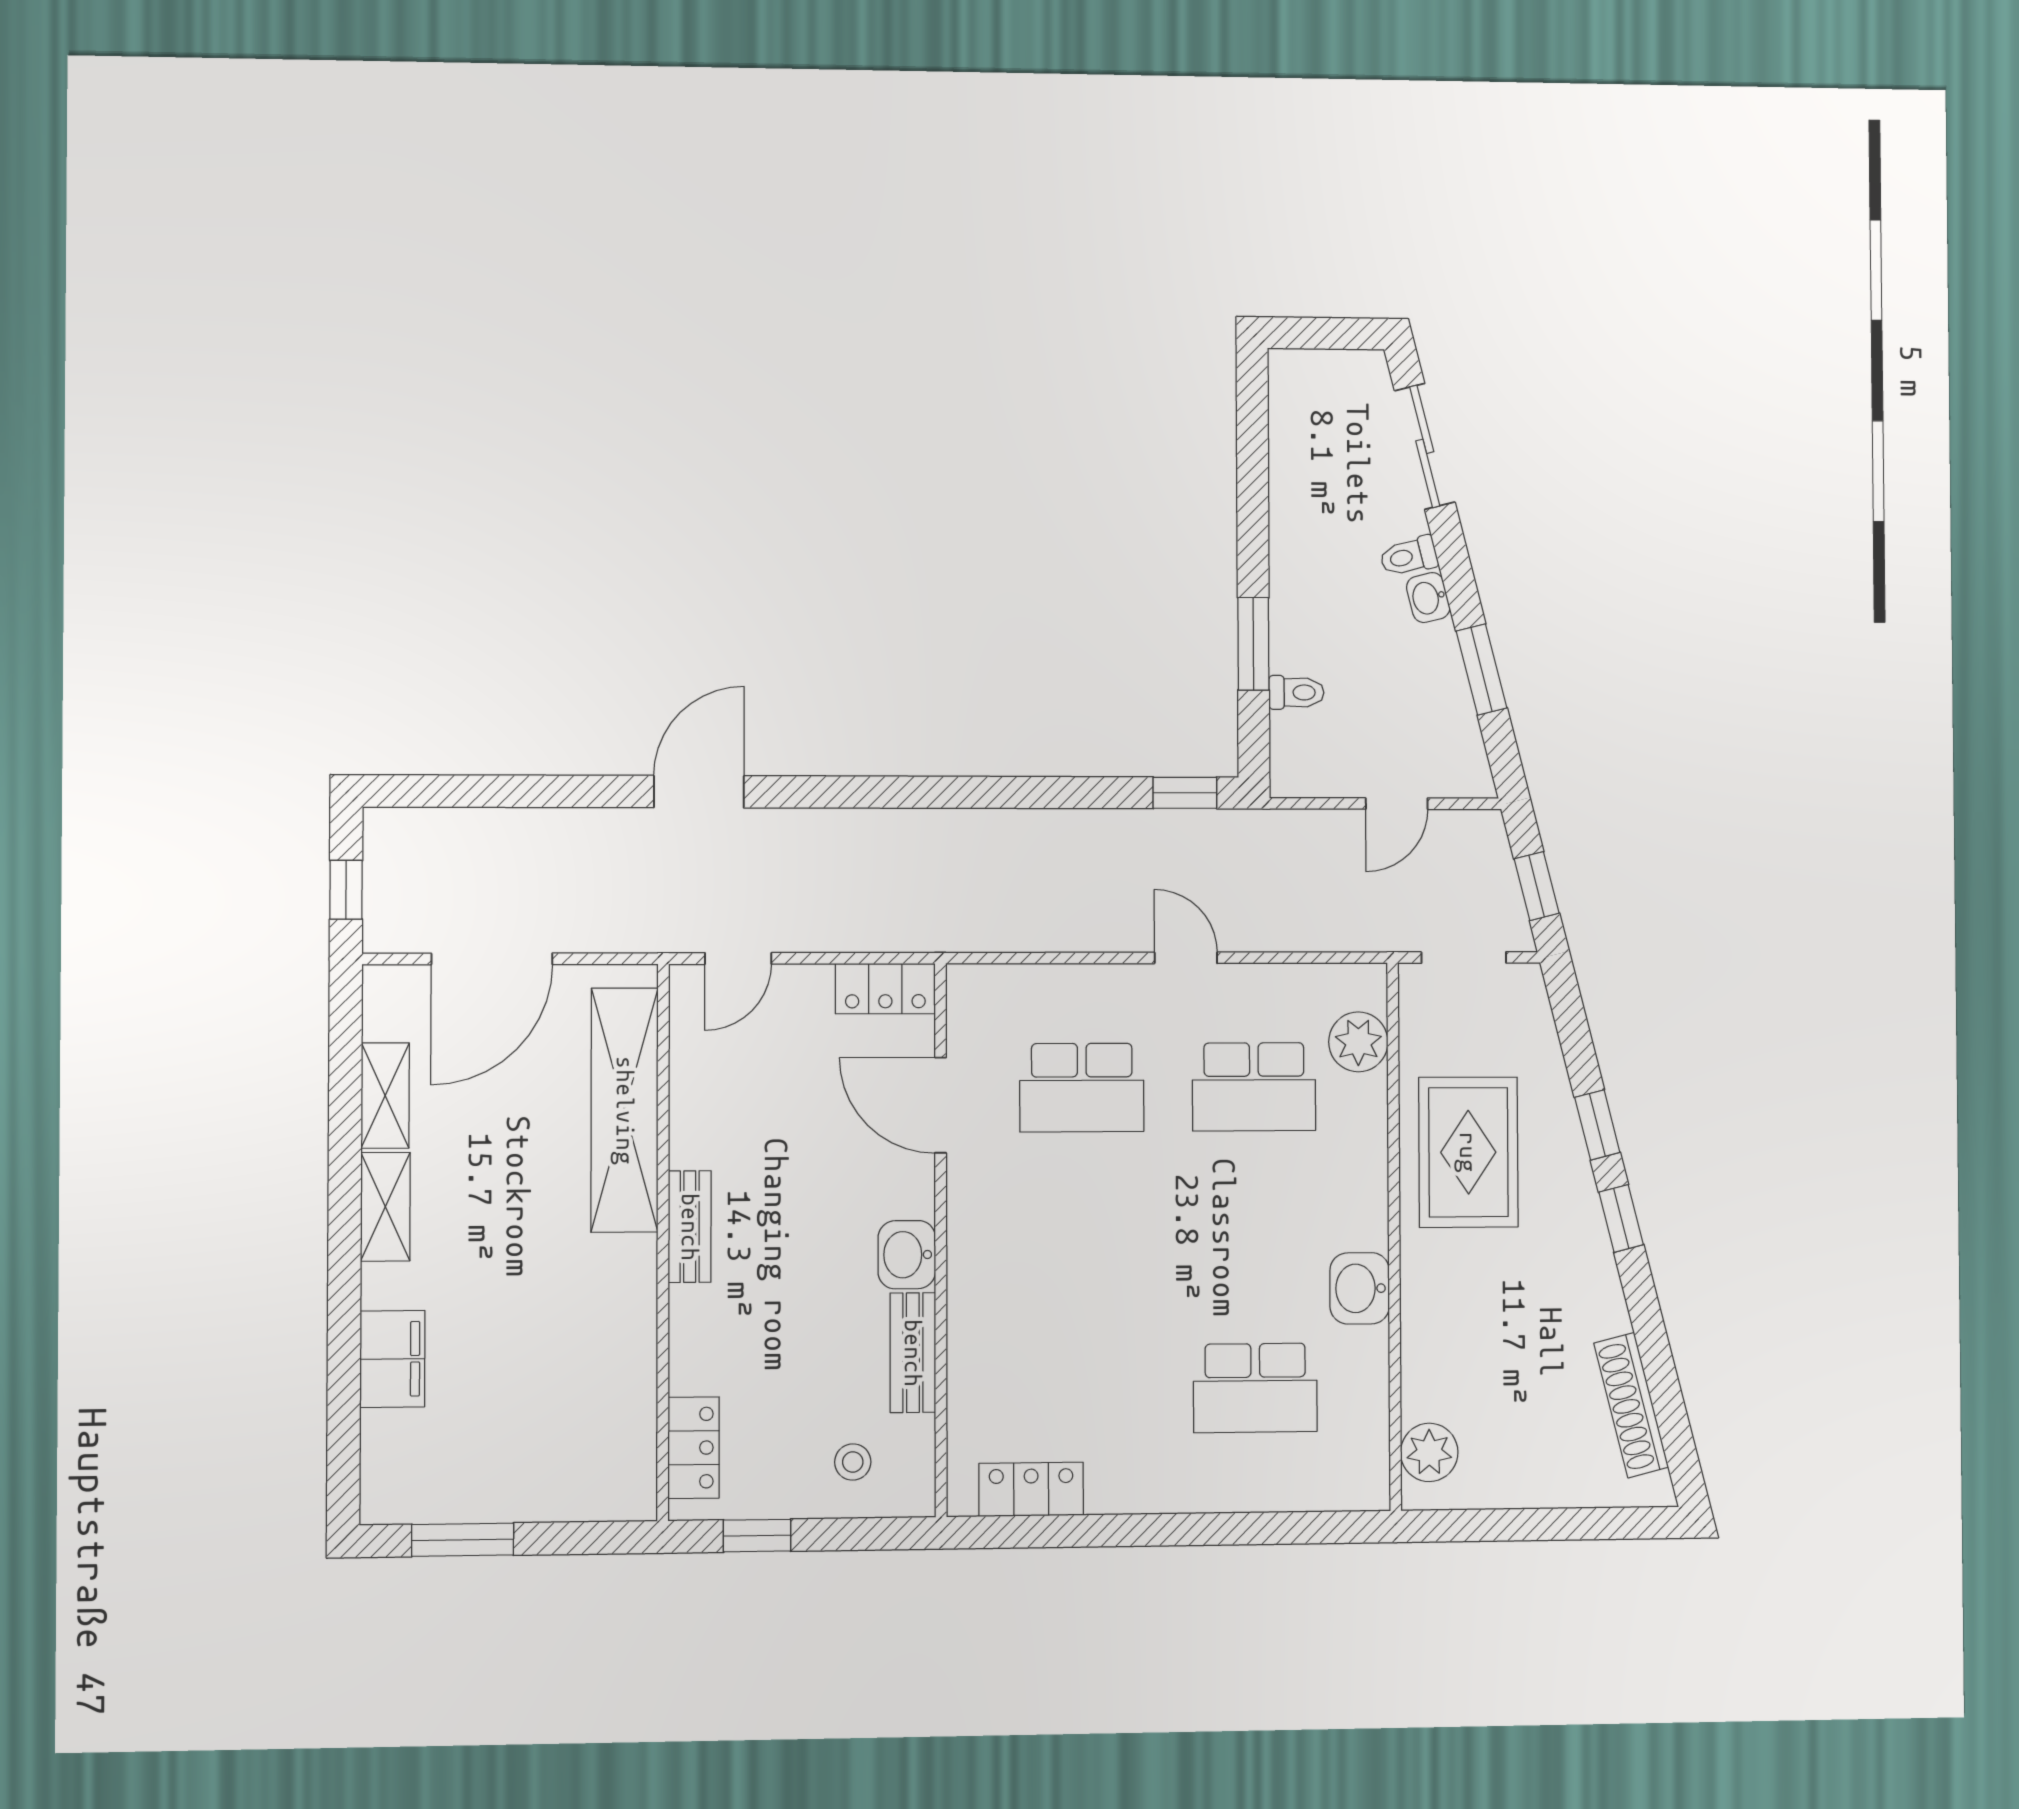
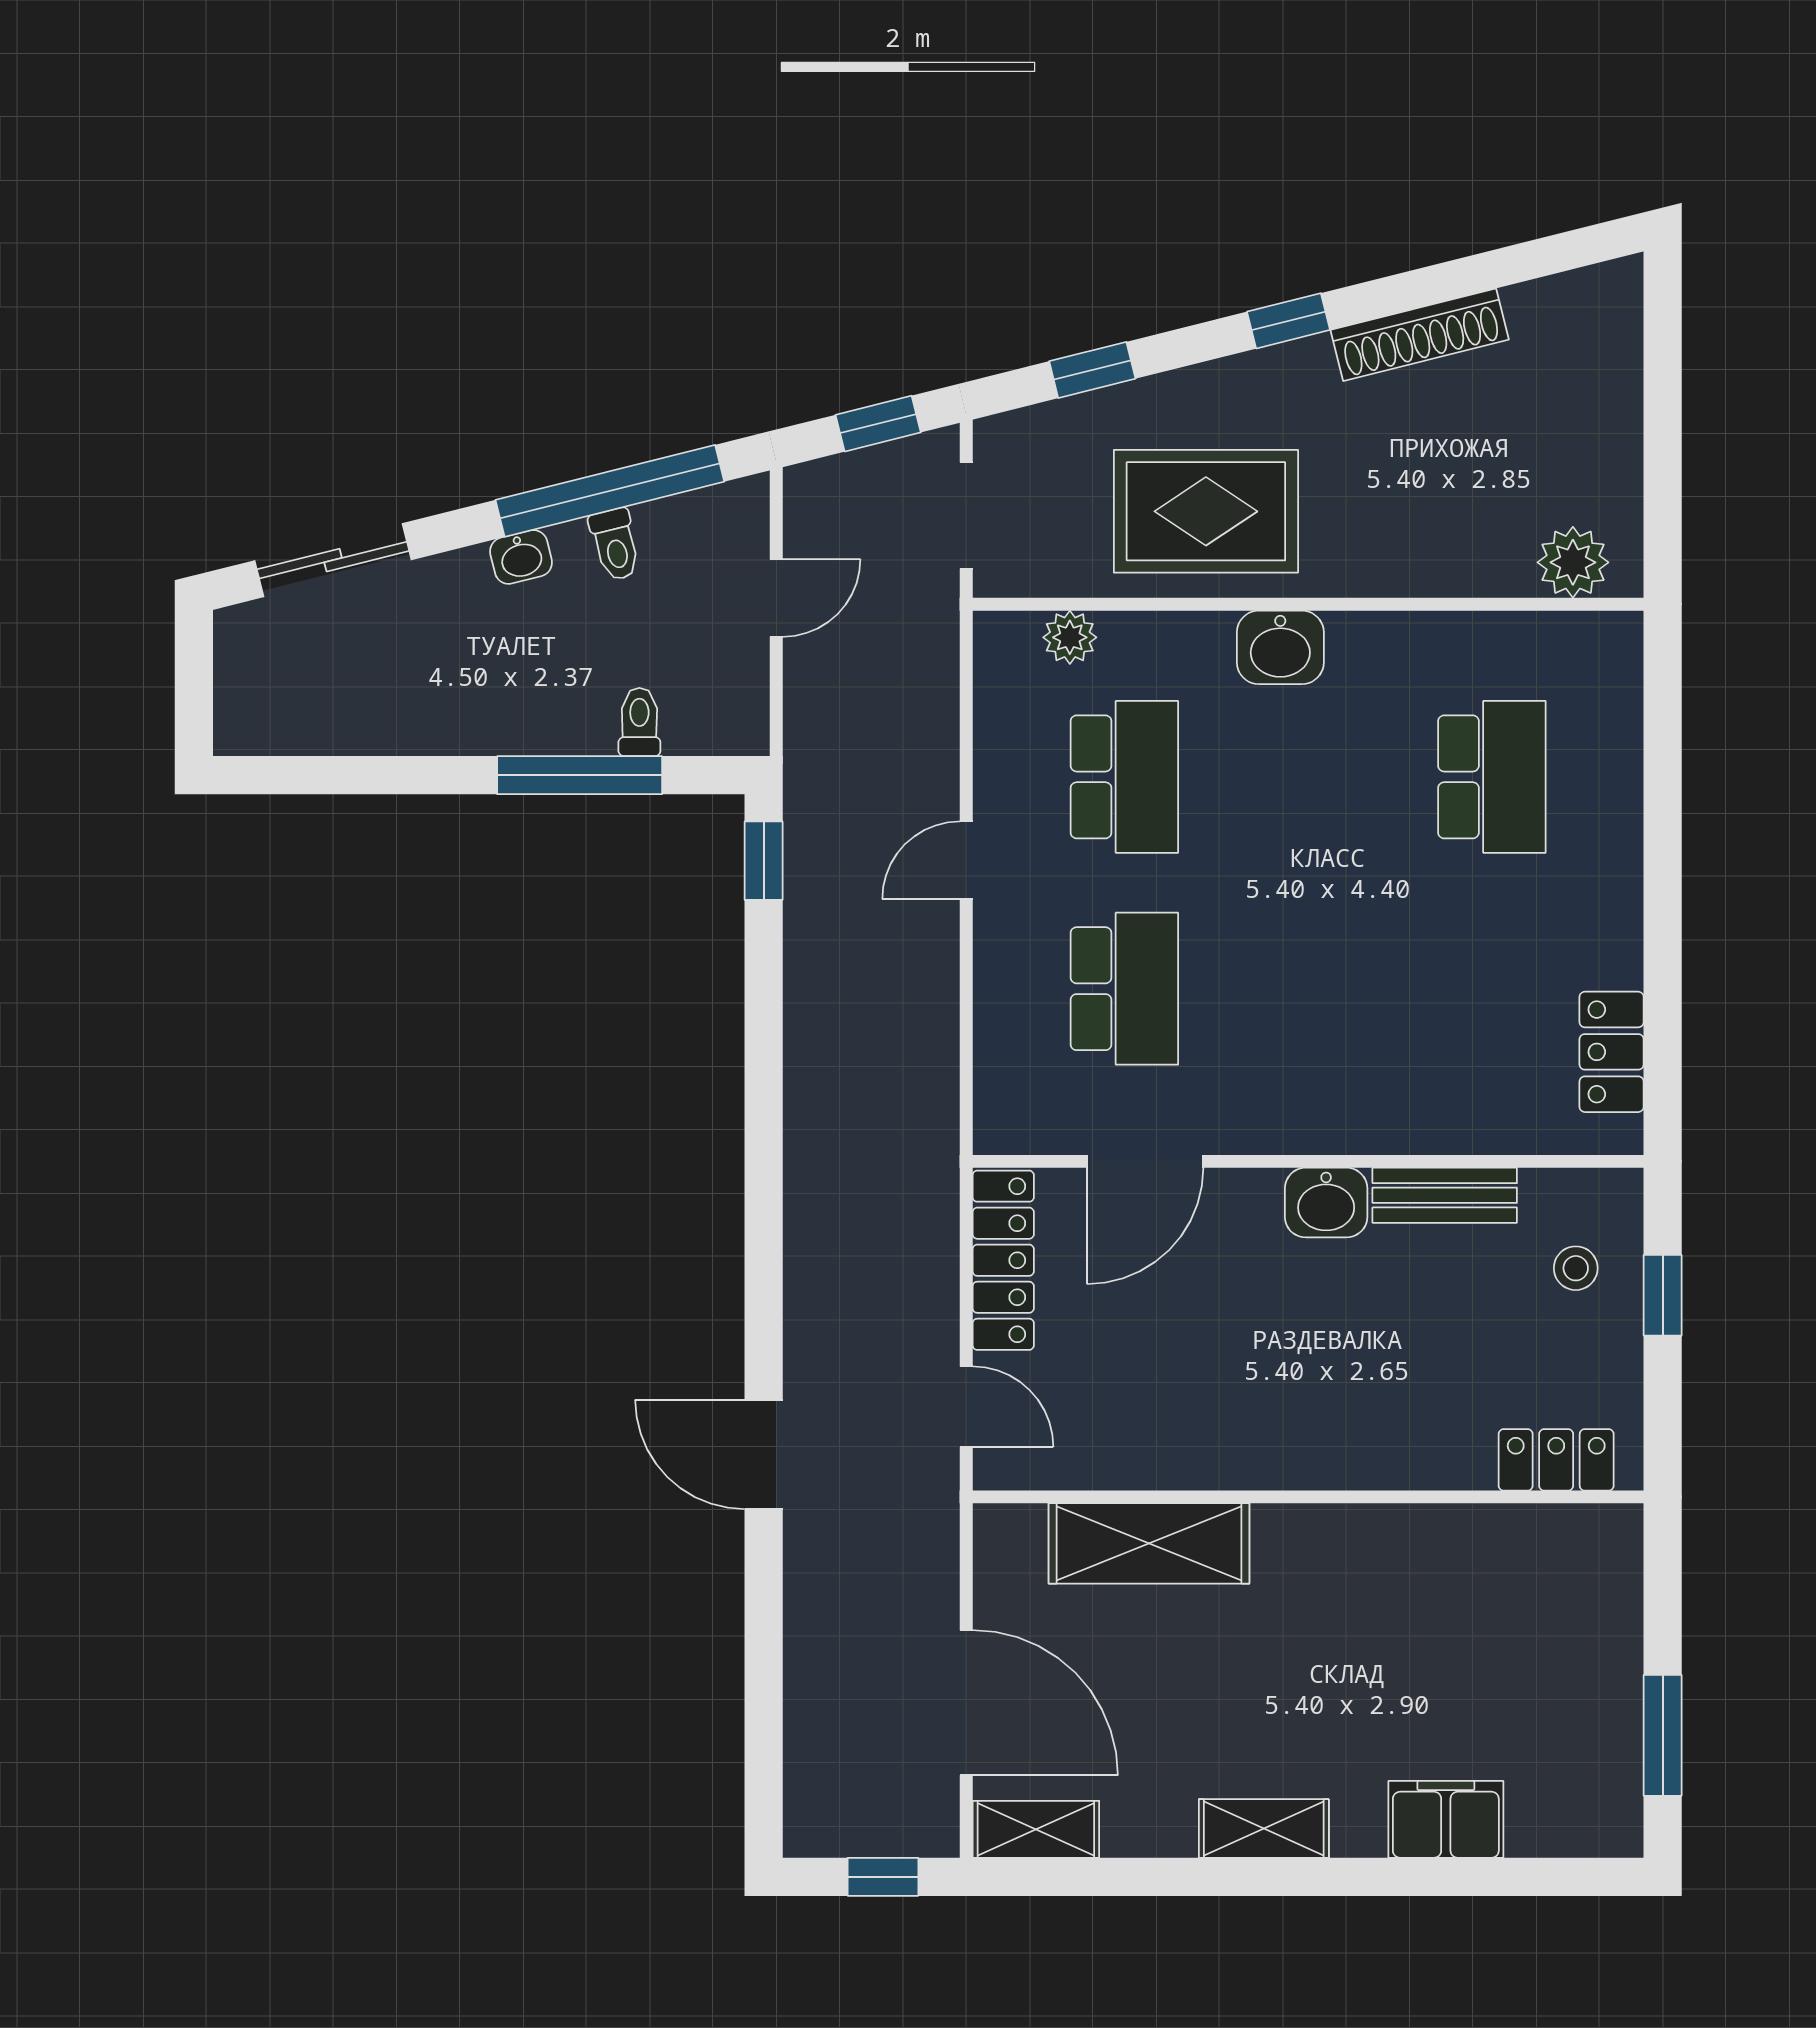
toilet: (1409, 556) -> (615, 545), moved
window: (1253, 644) -> (580, 775), width x1.44
window: (1481, 669) -> (610, 491), width x2.11
door: (1397, 804) -> (776, 598), hinge flipped
locker: (885, 989) -> (1003, 1260), width x1.53
plant: (1358, 1042) -> (1070, 637), width x0.73, depth x0.73
shelving: (385, 1096) -> (1036, 1829), moved
shelving: (625, 1110) -> (1149, 1543), width x0.68
window: (1597, 1125) -> (1092, 370), moved
bench: (690, 1227) -> (1290, 1465), removed
washbasin: (1360, 1288) -> (1280, 647), moved
shoe rack: (1631, 1405) -> (1420, 335), moved
window: (757, 1536) -> (1663, 1295), moved

